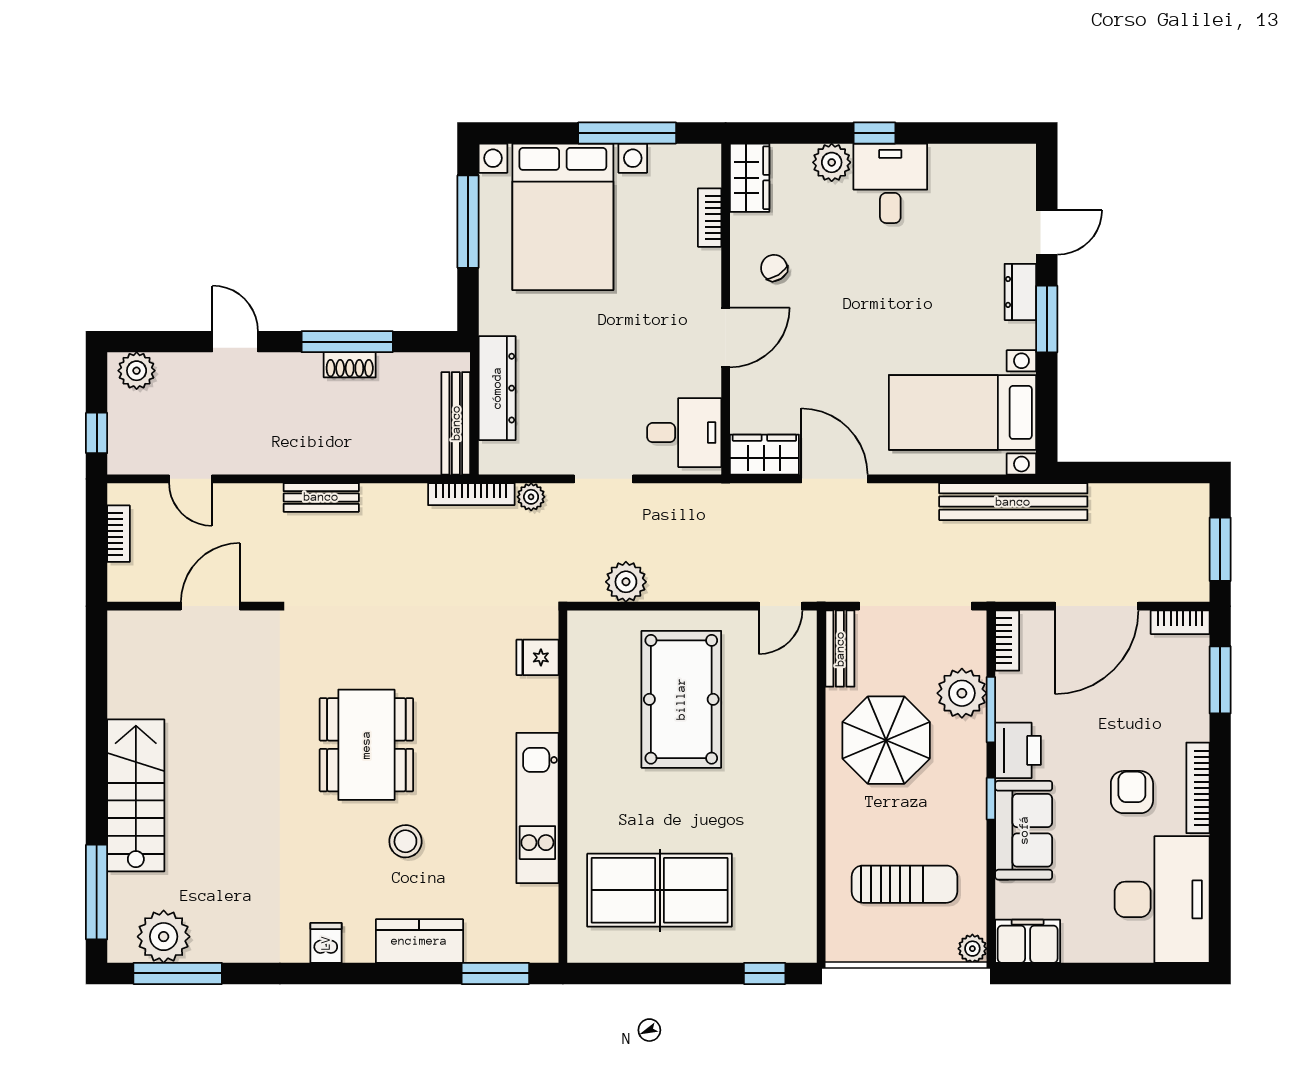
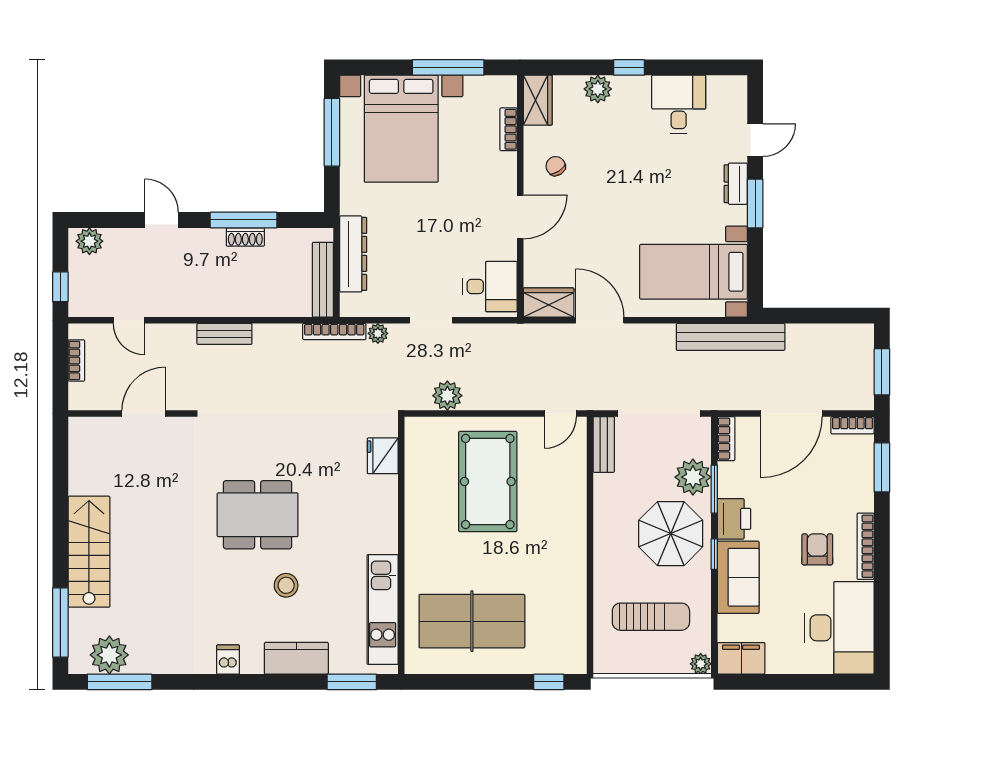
desk: (890, 183) -> (679, 104), moved
fridge: (538, 657) -> (383, 456), width x1.38
parasol: (886, 740) -> (671, 534), moved
dining table: (366, 745) -> (258, 515), turned 90
kitchen unit: (537, 808) -> (383, 609), moved

